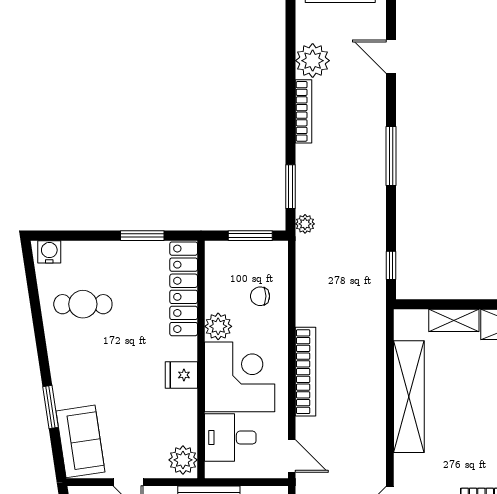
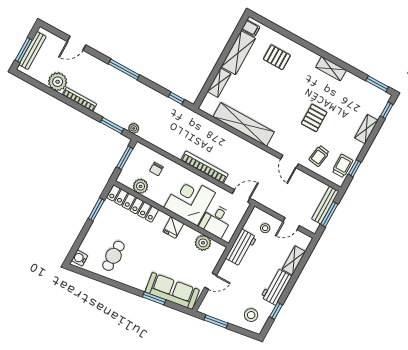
plant: (218, 326) -> (141, 186), moved
sofa: (80, 441) -> (172, 291), width x1.36
plant: (183, 460) -> (203, 243), moved

